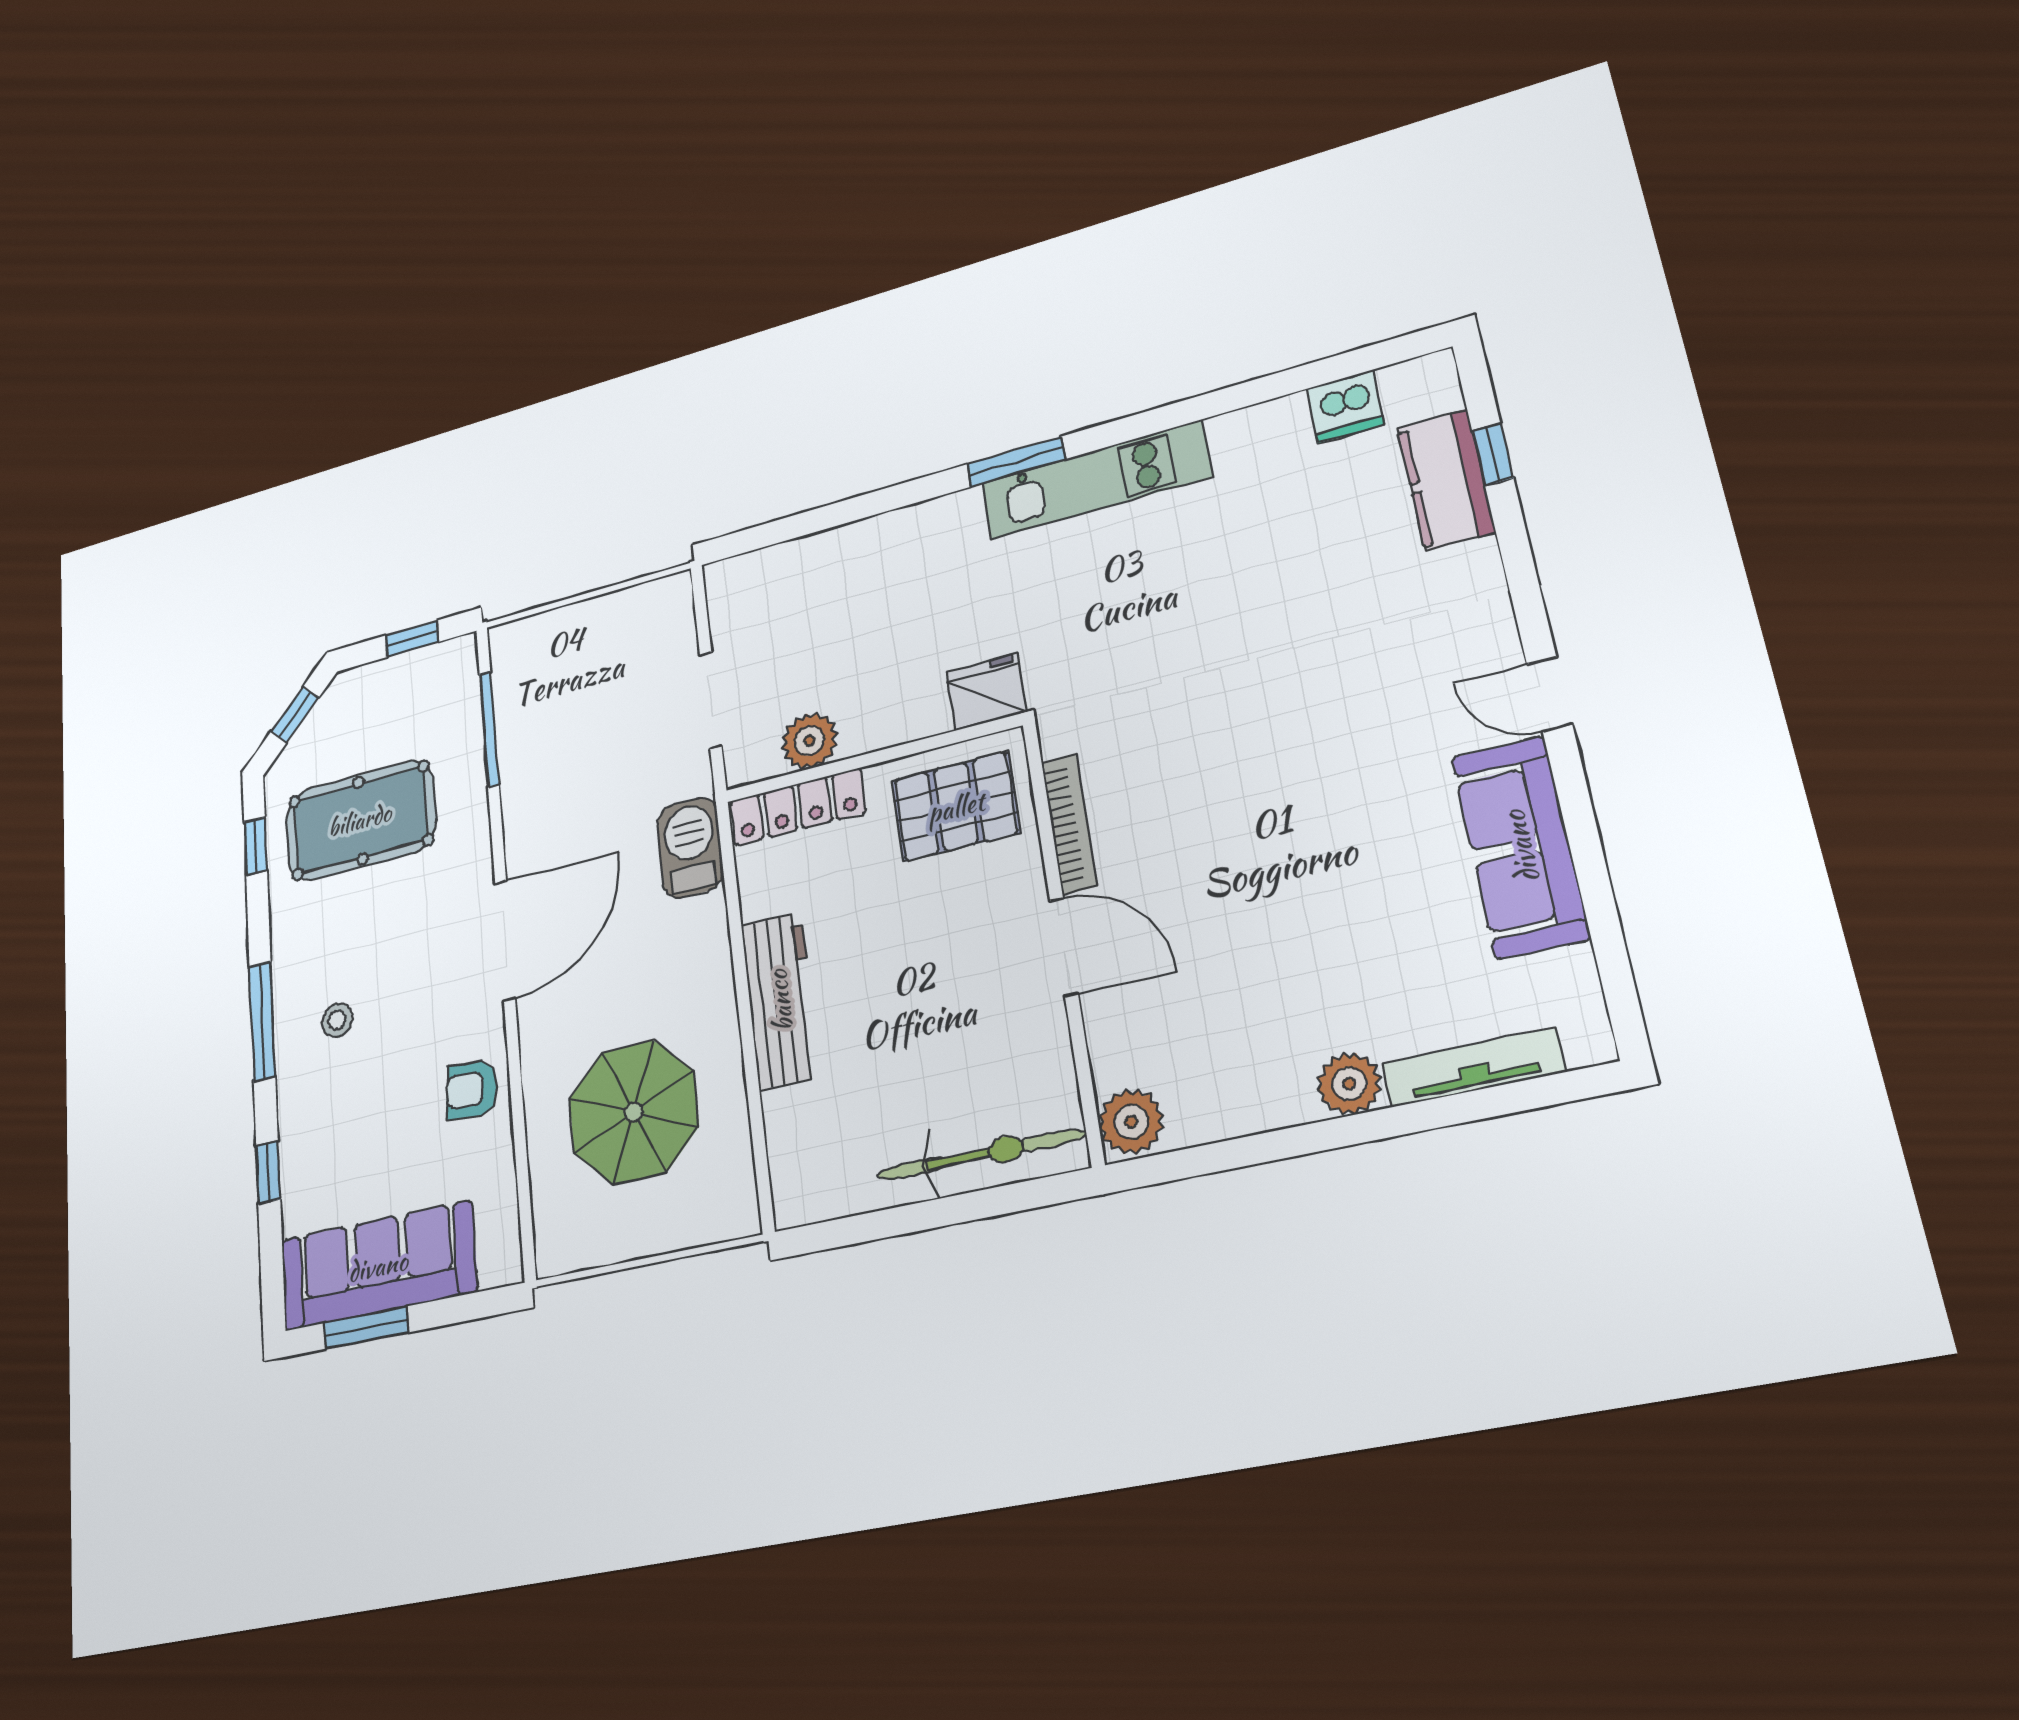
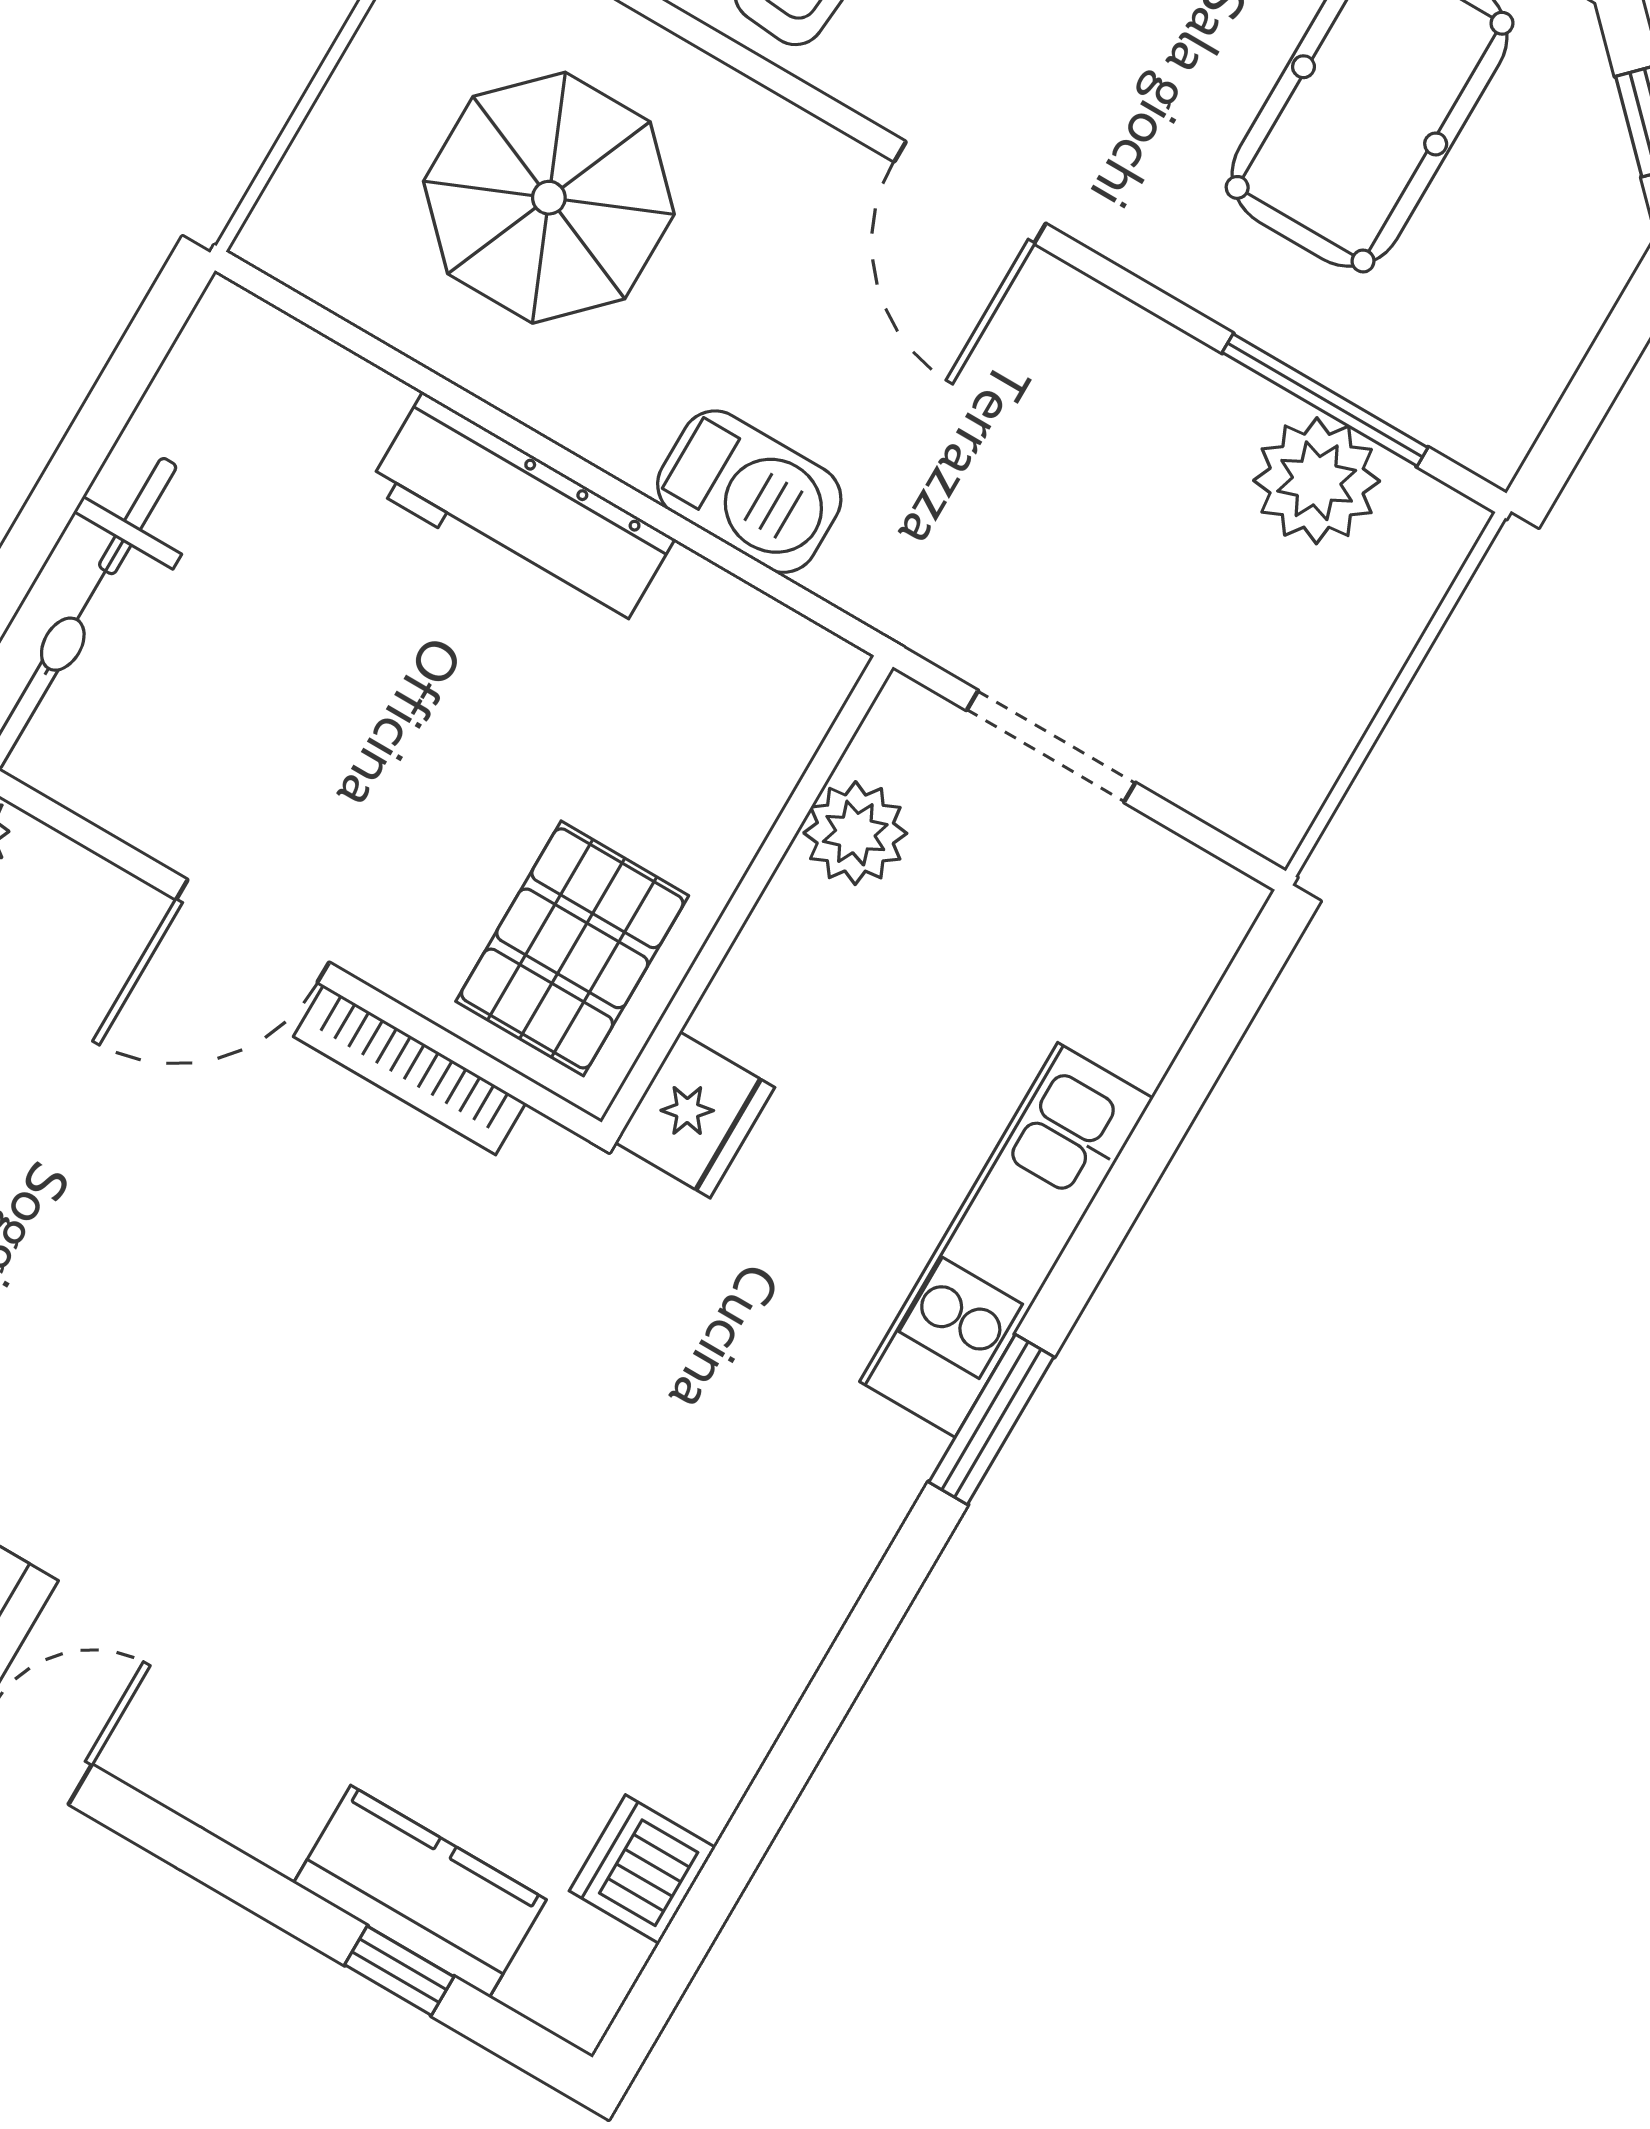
kitchen unit: (1095, 480) -> (1006, 1240), moved
window: (412, 639) -> (1594, 388), removed
plant: (524, 703) -> (1317, 481), added
locker: (798, 807) -> (774, 744), removed
barbecue: (690, 848) -> (749, 492), moved
door: (505, 940) -> (970, 193), width x0.73

